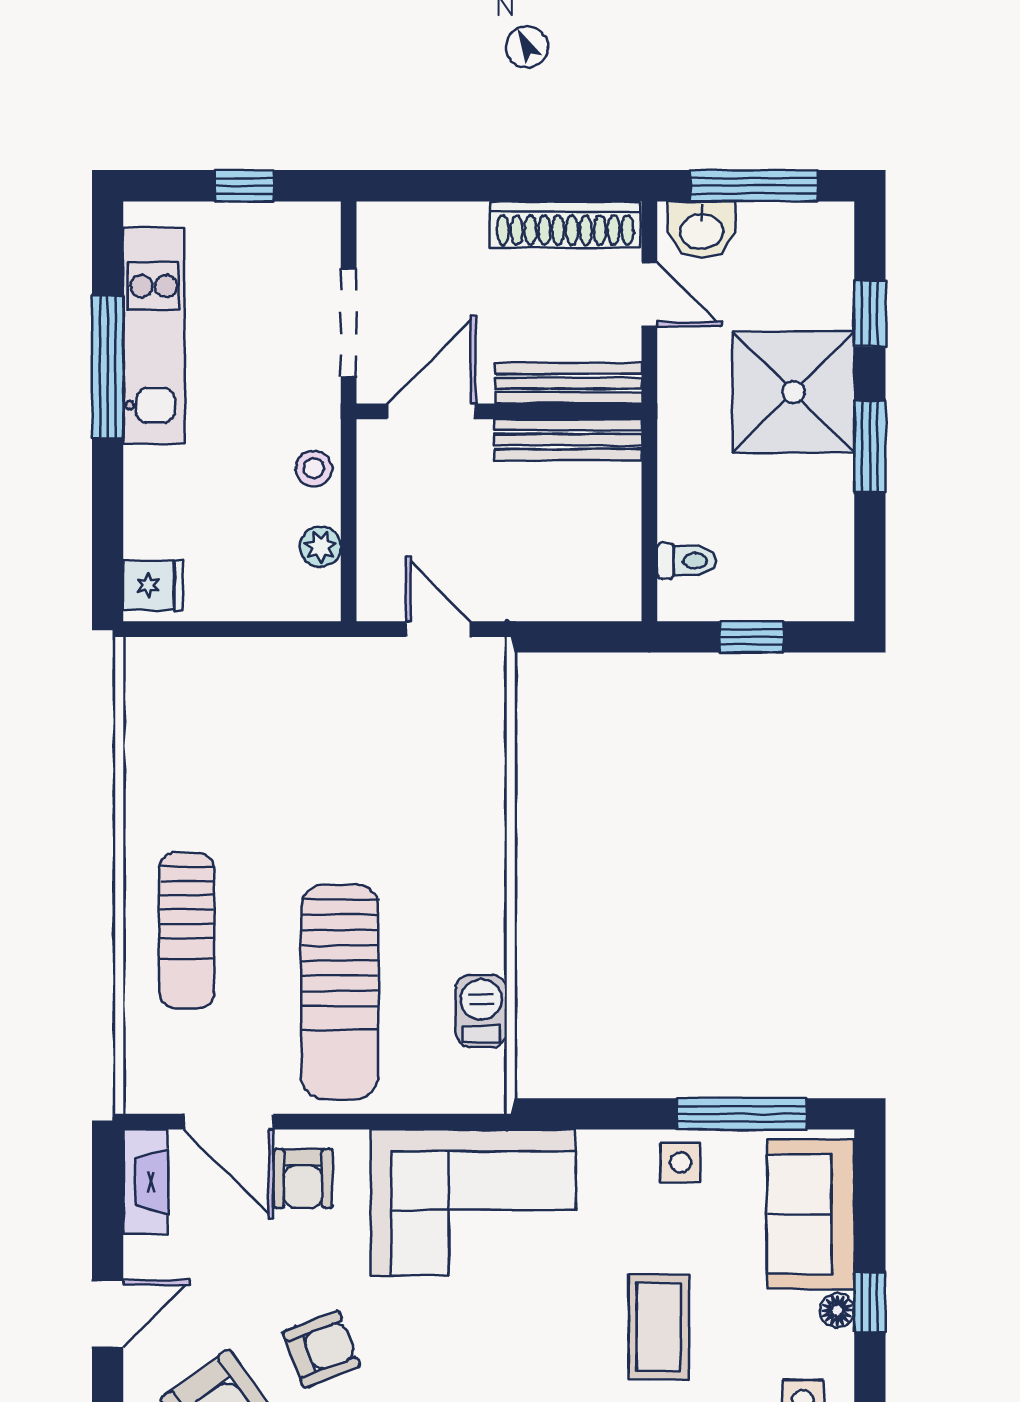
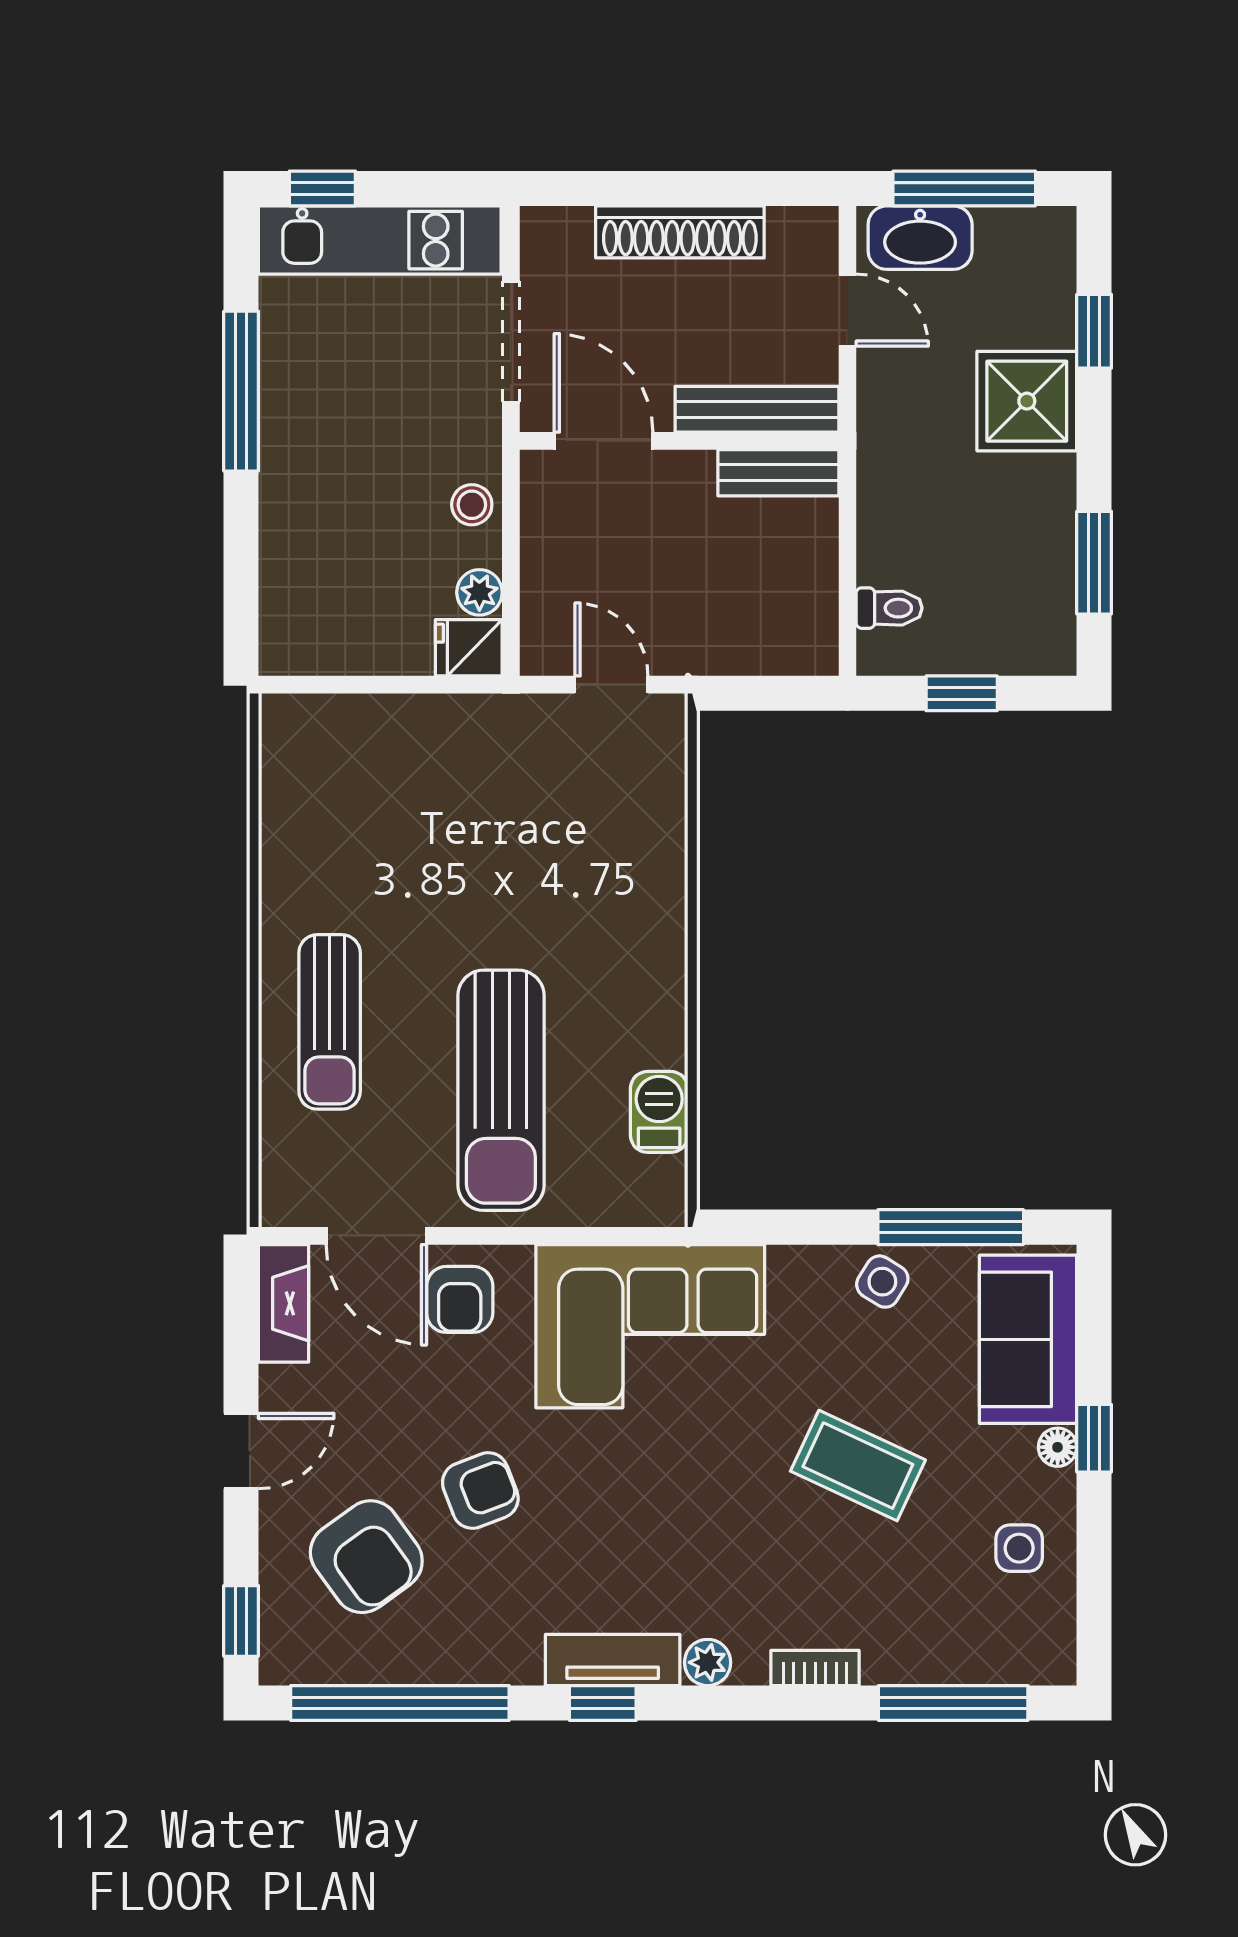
window: (244, 186) -> (322, 188), moved
shoe rack: (565, 225) -> (680, 232), moved
washbasin: (701, 230) -> (920, 238), width x1.38
kitchen unit: (154, 336) -> (380, 240), moved, turned 90
shower: (793, 392) -> (1027, 401), width x0.73, depth x0.73
door: (431, 411) -> (603, 441), hinge flipped
bench: (568, 440) -> (778, 473), width x0.73
window: (870, 446) -> (1094, 563), moved
fridge: (153, 585) -> (469, 648), moved, turned 180
side table: (681, 1163) -> (882, 1282), turned 32
coffee table: (659, 1327) -> (858, 1466), turned -65

